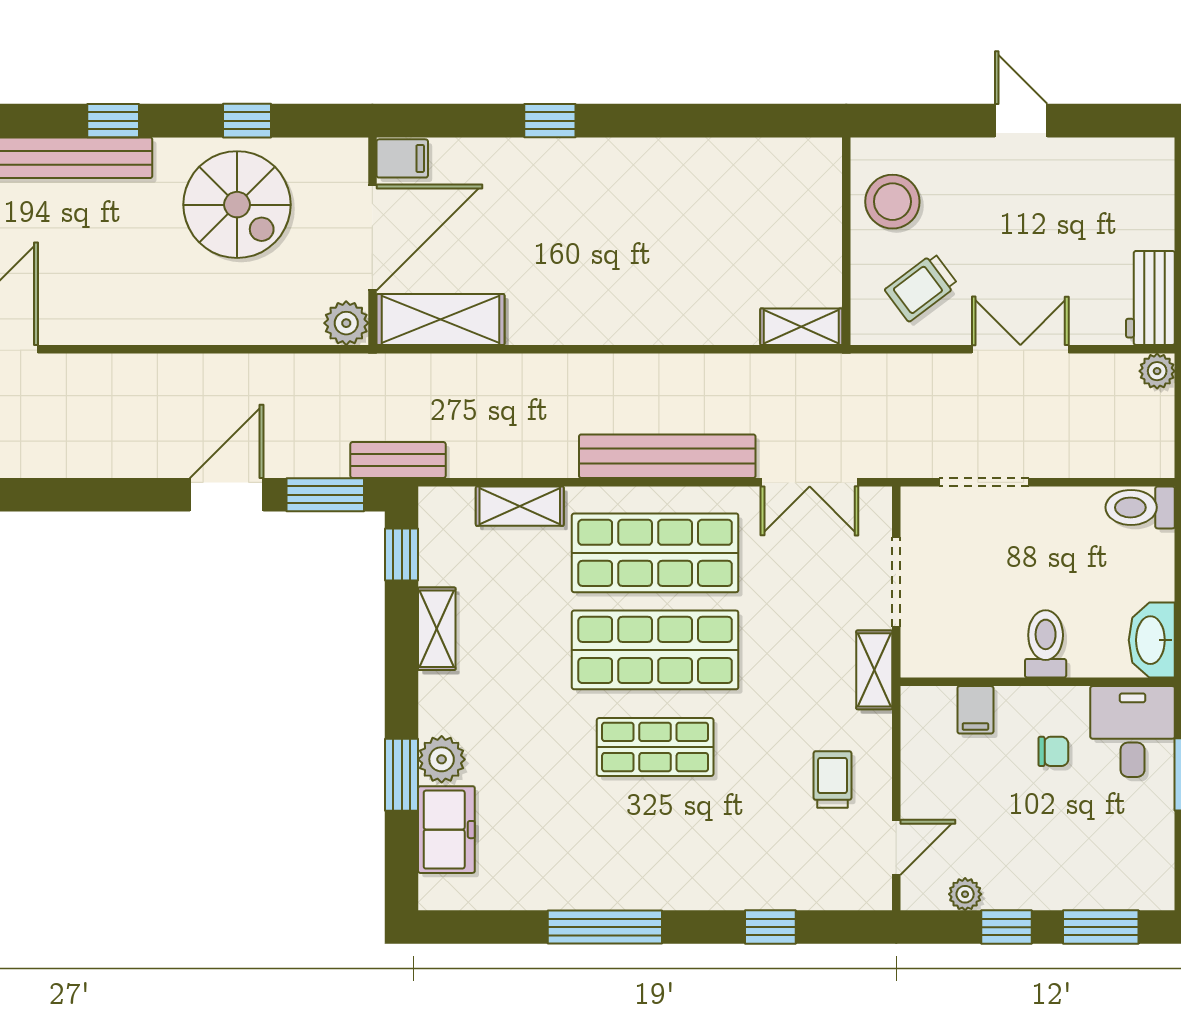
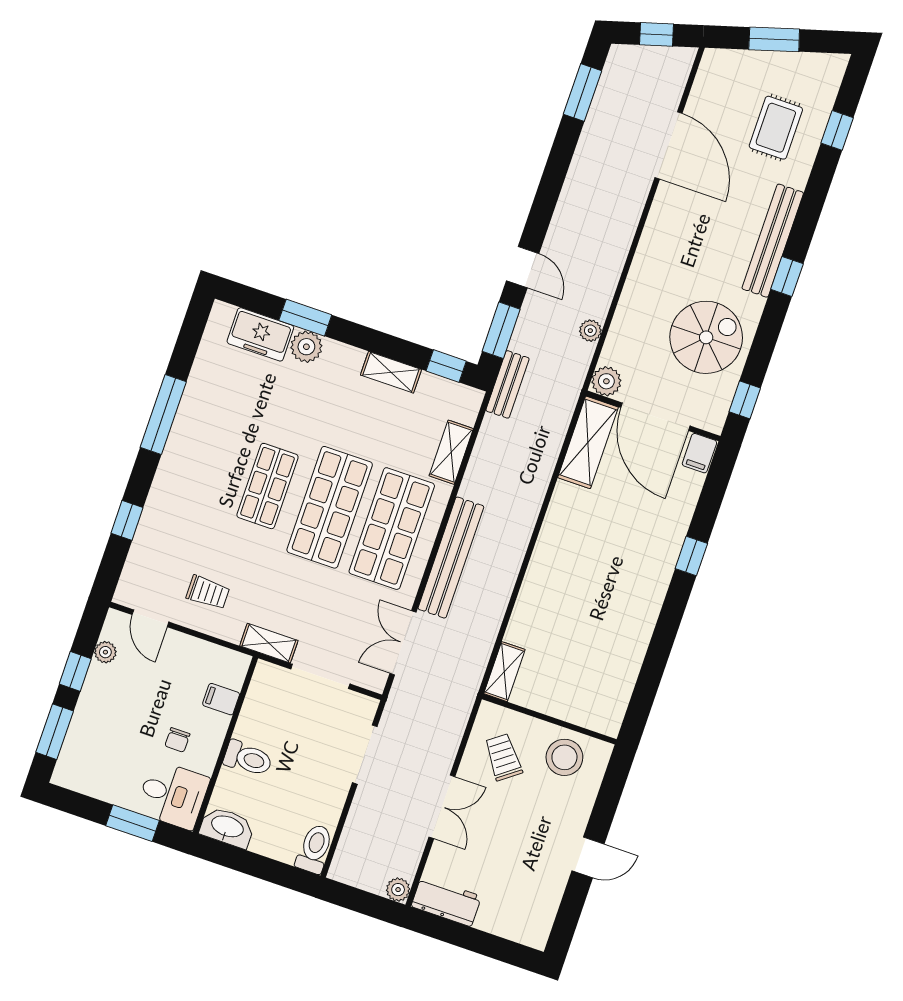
window: (247, 121) -> (745, 400), moved
spiral stairs: (237, 205) -> (706, 337), turned 180
plant: (283, 370) -> (590, 331), added
door: (227, 495) -> (523, 267), width x0.73

